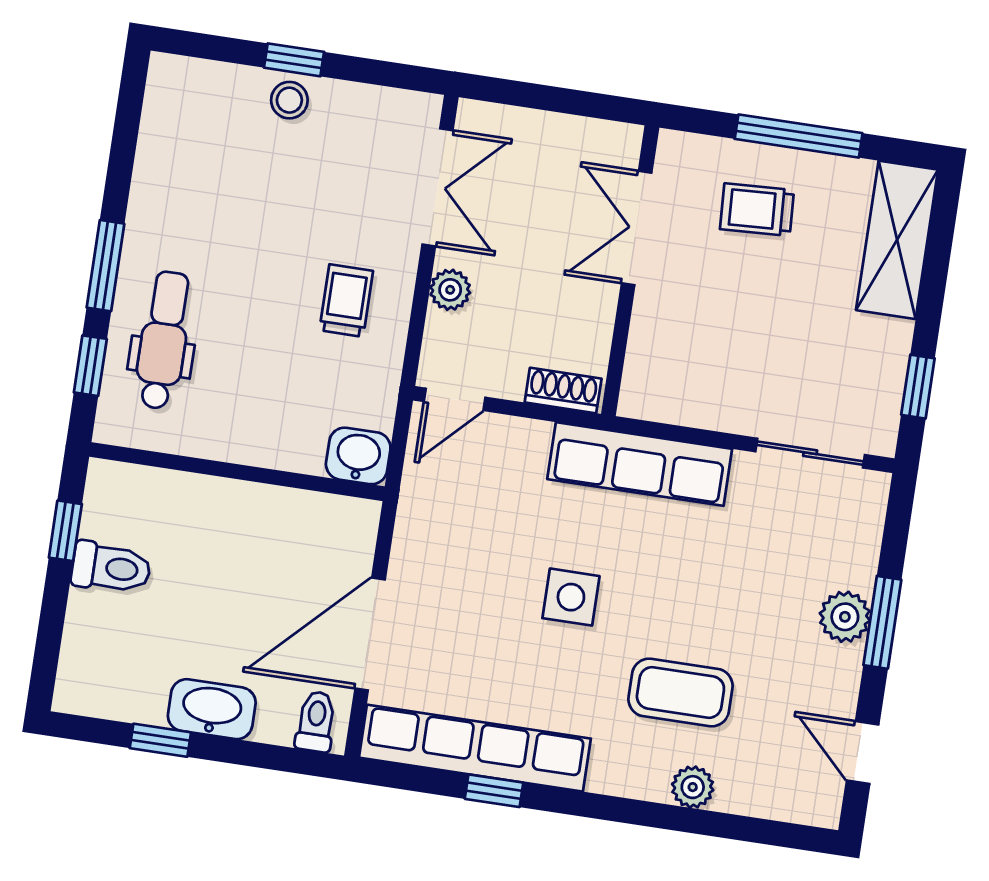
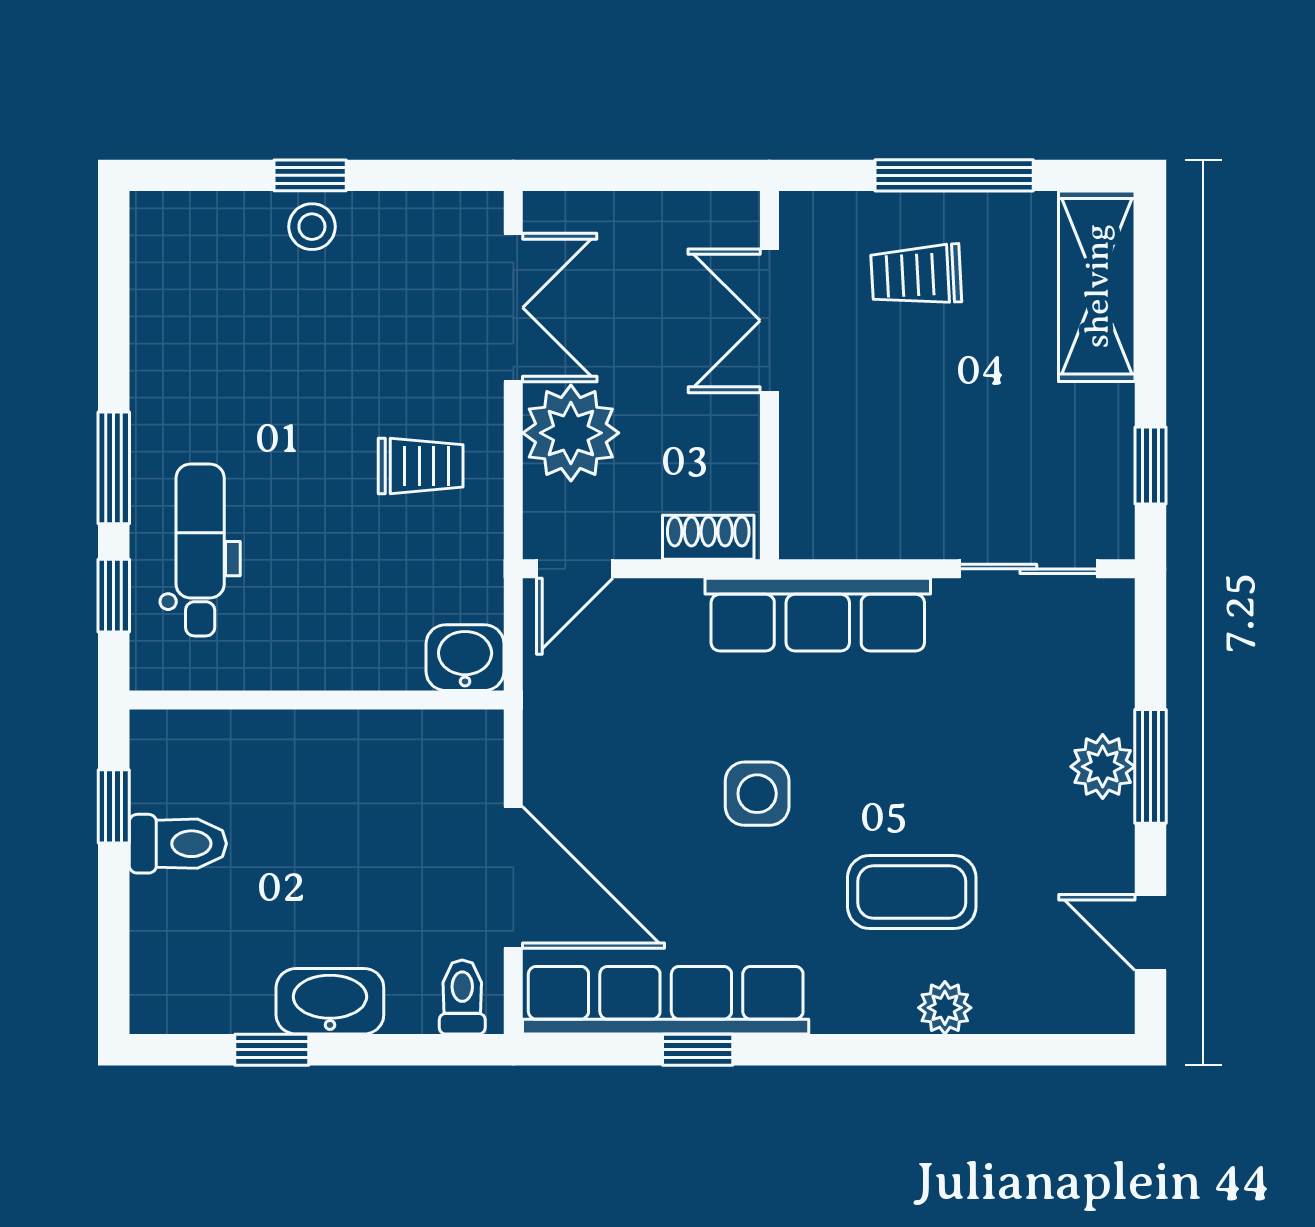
plant: (450, 290) -> (571, 433), width x1.87, depth x1.87
trolley: (346, 301) -> (421, 466), turned 90
door: (370, 634) -> (513, 878), swing flipped

